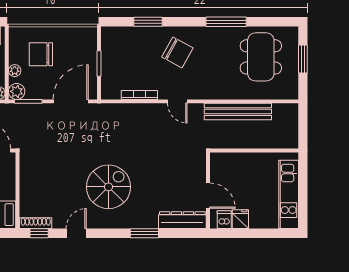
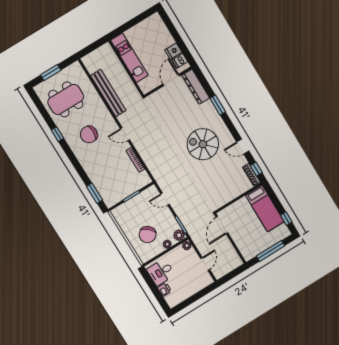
window: (148, 22) -> (94, 193), moved
window: (226, 22) -> (57, 134), width x0.46
chair: (177, 52) -> (89, 134), moved, turned -119
chair: (41, 54) -> (148, 235), turned 42
door: (71, 101) -> (165, 199), width x0.53
door: (177, 101) -> (125, 134), swing flipped
kitchen unit: (289, 194) -> (129, 58), moved, turned -90

